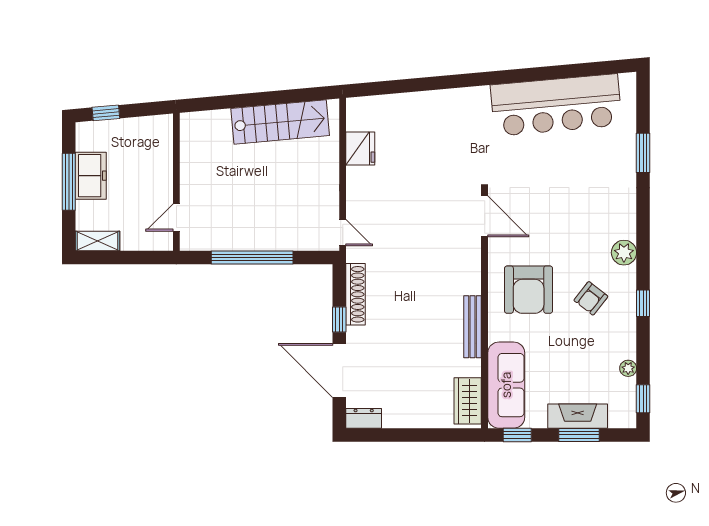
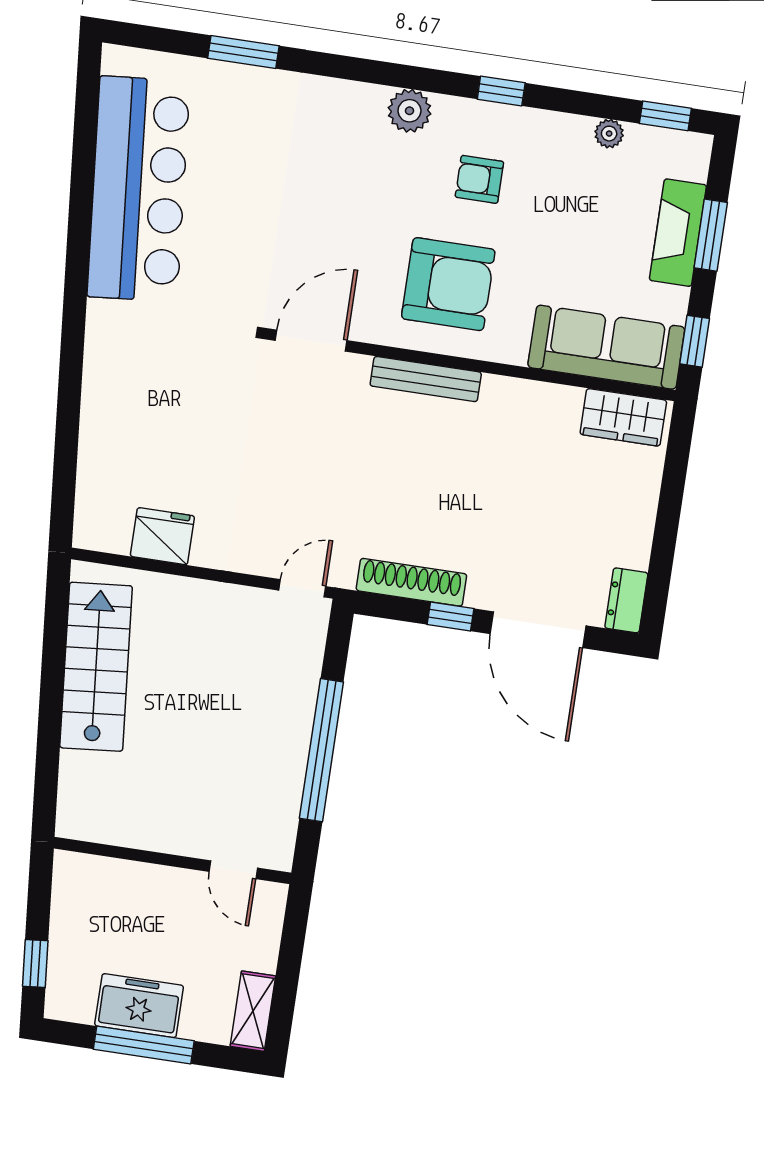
armchair: (591, 298) -> (479, 179), turned 142
bench: (472, 327) -> (426, 379), moved
door: (339, 371) -> (538, 630), hinge flipped

